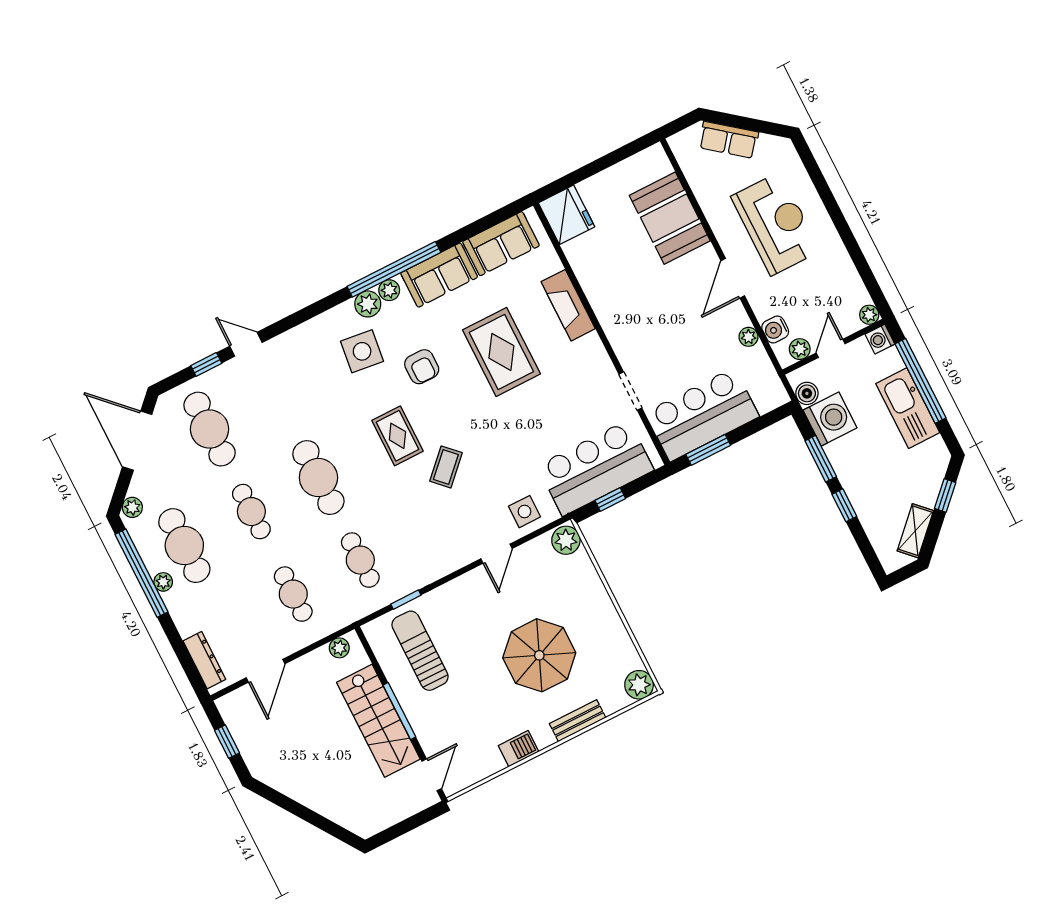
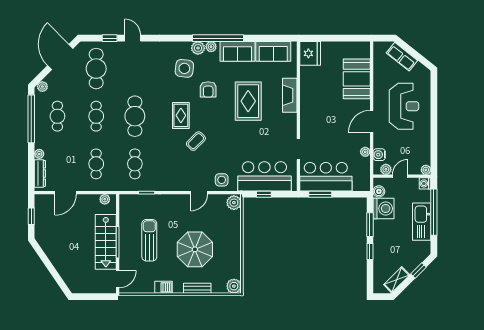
cafe table: (184, 546) -> (57, 116), width x0.73, depth x0.74
plant: (163, 582) -> (39, 154), moved
sun lounger: (420, 651) -> (149, 240), moved

